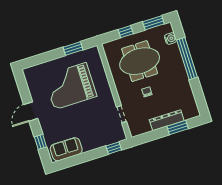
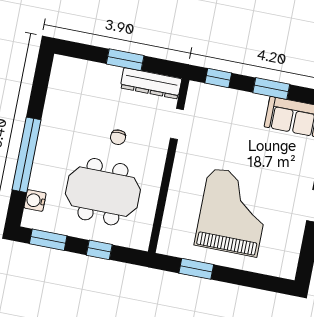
grand piano: (70, 86) -> (233, 212), turned -90
dresser: (167, 120) -> (151, 83), moved
window: (178, 127) -> (125, 60), moved
window: (85, 157) -> (271, 88), added

